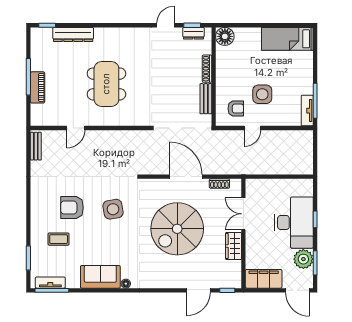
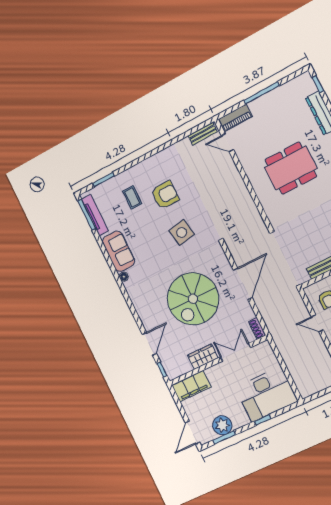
piano: (37, 87) -> (235, 118), moved
door: (76, 128) -> (227, 143), moved
shoe rack: (219, 184) -> (257, 328), moved
armchair: (72, 208) -> (165, 195), turned 90
desk: (294, 223) -> (266, 394), moved
spiral stairs: (177, 229) -> (193, 299), turned -90
filing cabinet: (264, 279) -> (191, 386), moved, turned 90
tv unit: (50, 283) -> (95, 215), width x1.41
door: (198, 290) -> (149, 344), swing flipped

